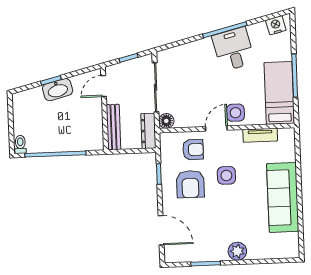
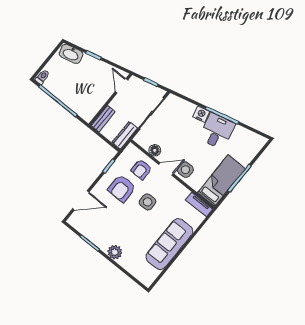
nightstand: (276, 25) -> (201, 114), moved
door: (104, 86) -> (121, 86), hinge flipped
washbasin: (58, 90) -> (71, 54), moved
floor lamp: (166, 121) -> (155, 150), moved
bench: (114, 127) -> (103, 119), width x0.73
tv unit: (260, 135) -> (199, 204), moved
armchair: (193, 150) -> (141, 169), turned 90
door: (161, 230) -> (81, 200), hinge flipped

